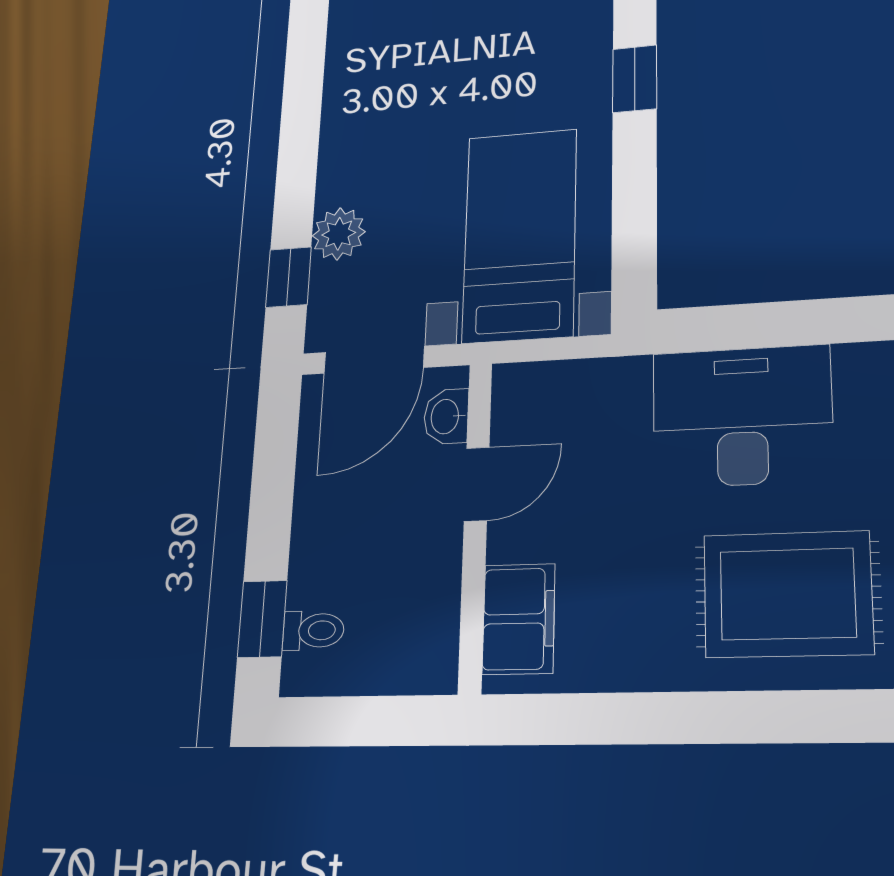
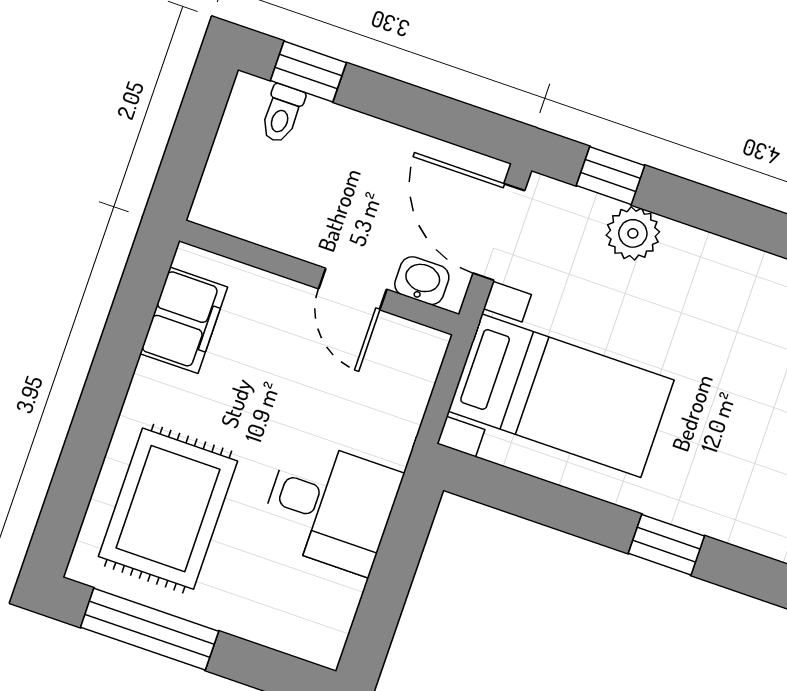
desk: (742, 416) -> (330, 506), width x0.73
filing cabinet: (519, 619) -> (184, 320), moved, turned -90

